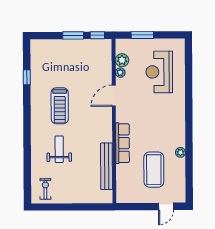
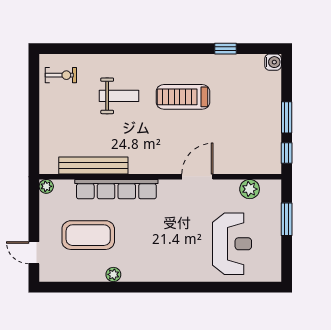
water cooler: (36, 45) -> (273, 62), added
reception desk: (159, 72) -> (232, 244), turned 90
plant: (120, 73) -> (46, 186), moved
door: (114, 96) -> (197, 177), hinge flipped
row of seats: (123, 143) -> (116, 189), width x1.36

